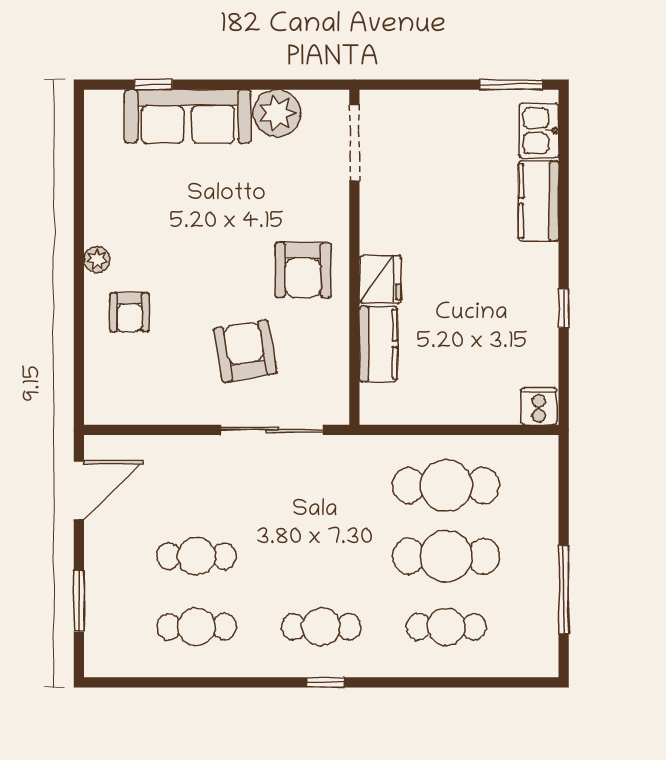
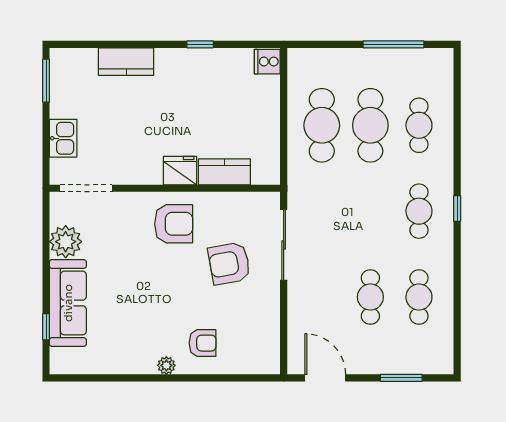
kitchen sink: (539, 131) -> (63, 138), moved, turned -90

